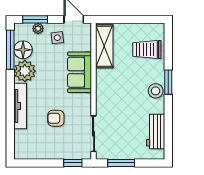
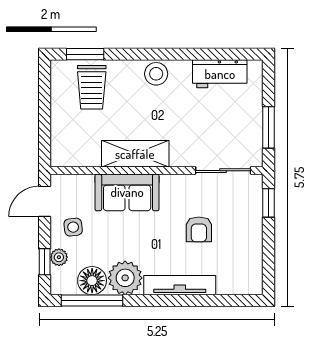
window: (35, 19) -> (45, 262), width x0.67
shelving: (104, 46) -> (135, 154), moved
window: (168, 82) -> (85, 54), moved

